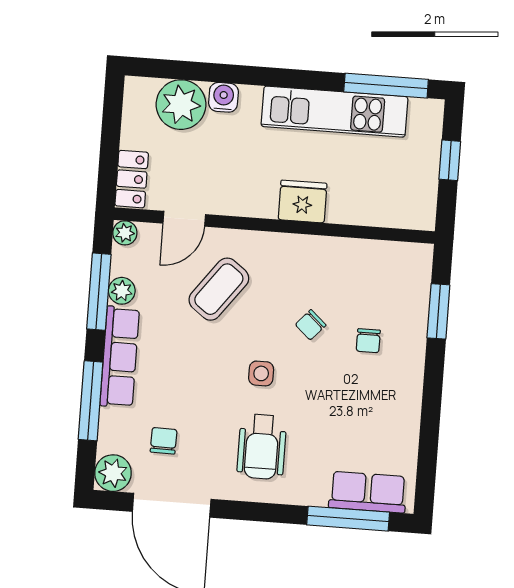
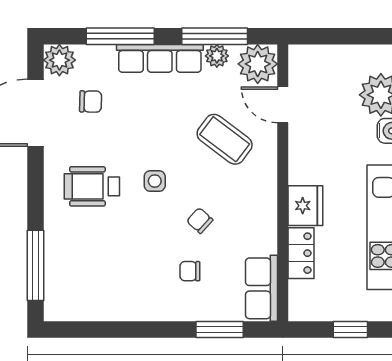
locker: (132, 179) -> (301, 253), moved, turned -90
plant: (125, 233) -> (258, 64), width x1.87, depth x1.87
row of seats: (368, 492) -> (262, 288), moved, turned 180

